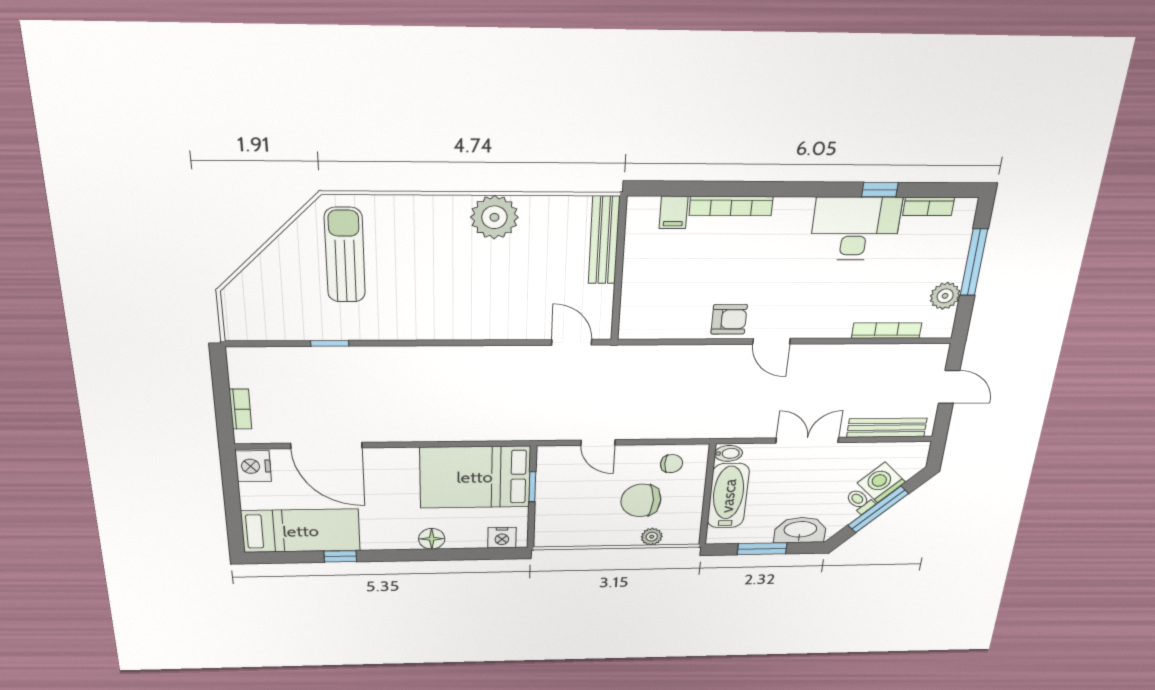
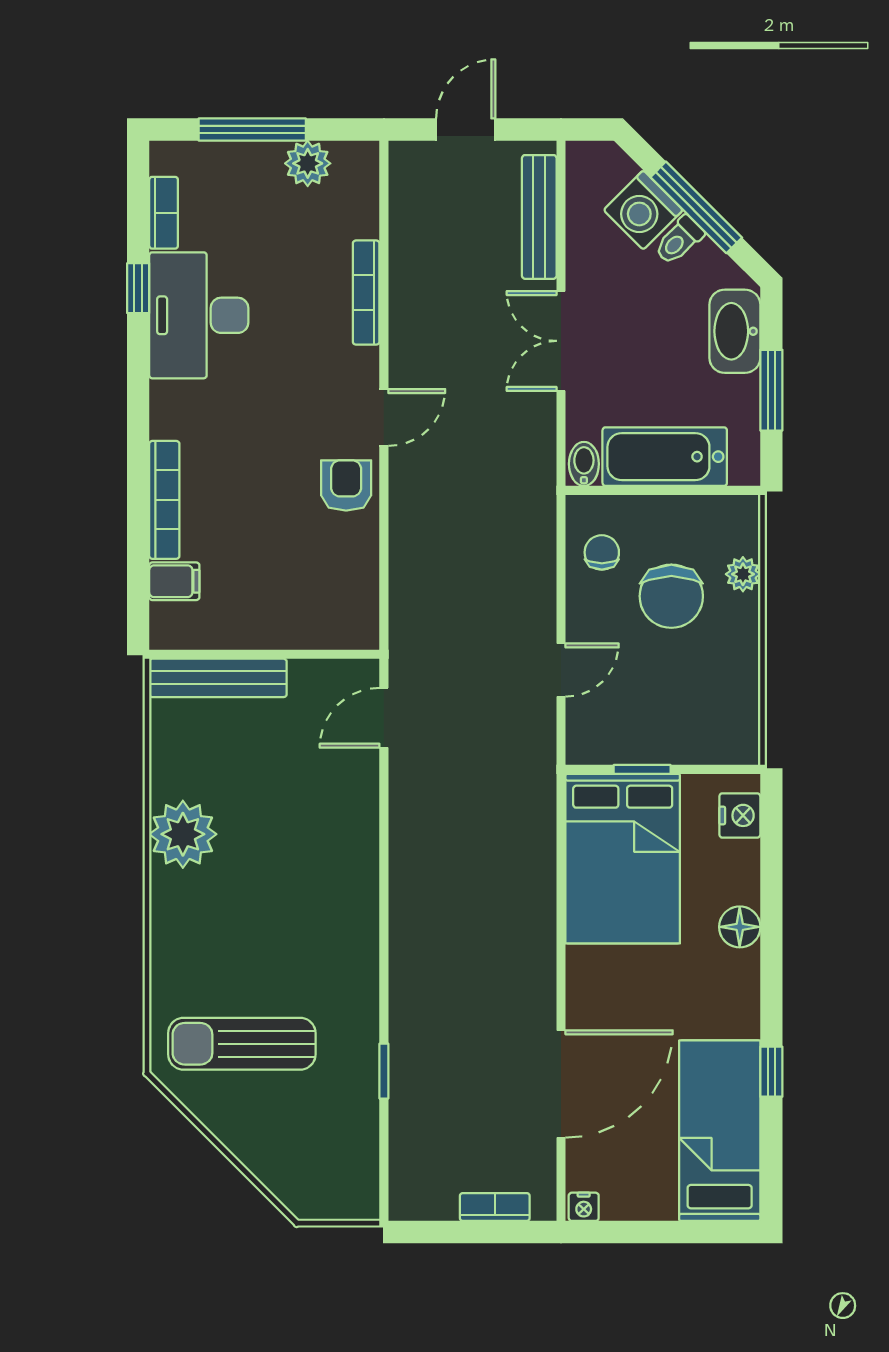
bookcase: (887, 331) -> (366, 293), moved
nightstand: (253, 466) -> (584, 1207), width x0.53, depth x0.56

